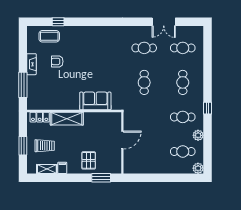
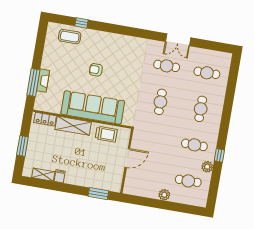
double door: (164, 22) -> (178, 40), moved
armchair: (57, 61) -> (96, 70), moved
fireplace: (31, 64) -> (43, 81), moved
sofa: (95, 101) -> (93, 108), width x1.85, depth x1.27
window: (208, 108) -> (219, 155), moved
trolley: (45, 146) -> (106, 134), moved
pallet: (89, 160) -> (88, 173), removed
plant: (198, 168) -> (164, 195), moved

